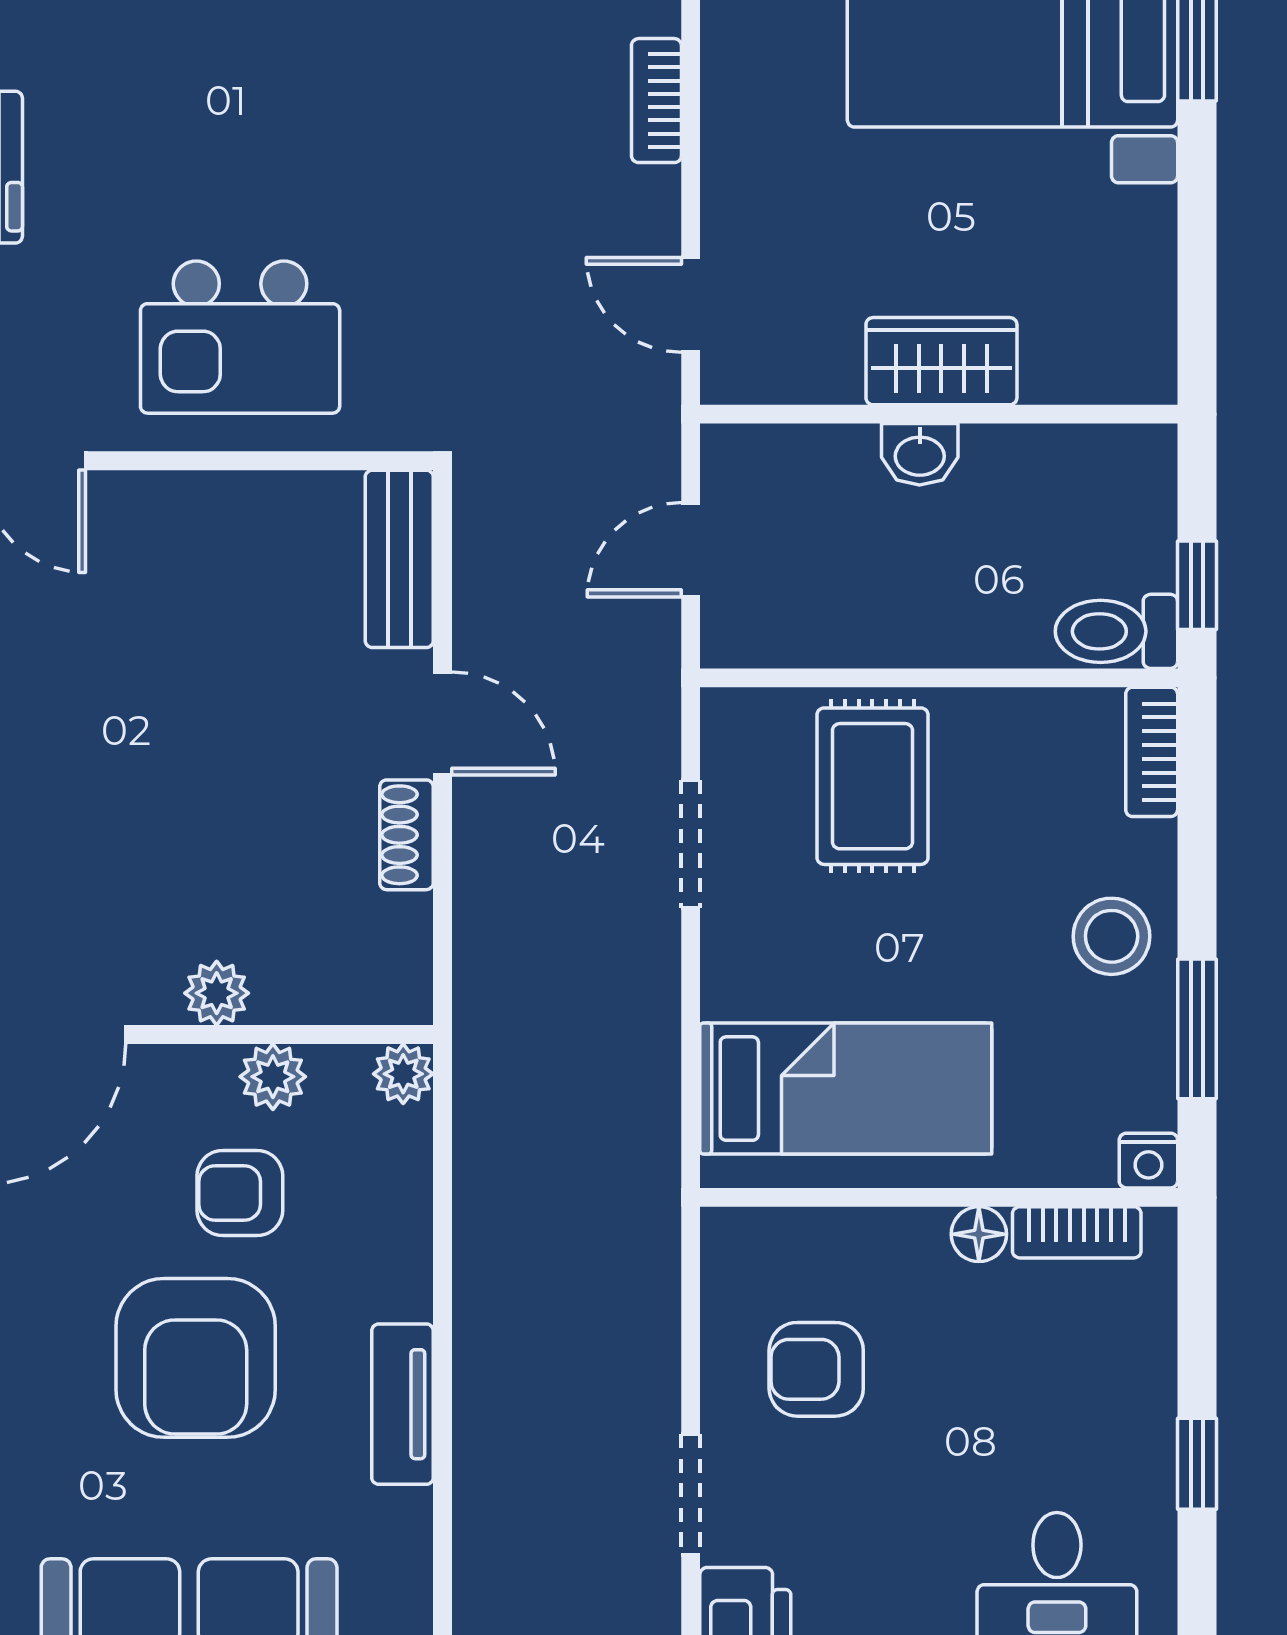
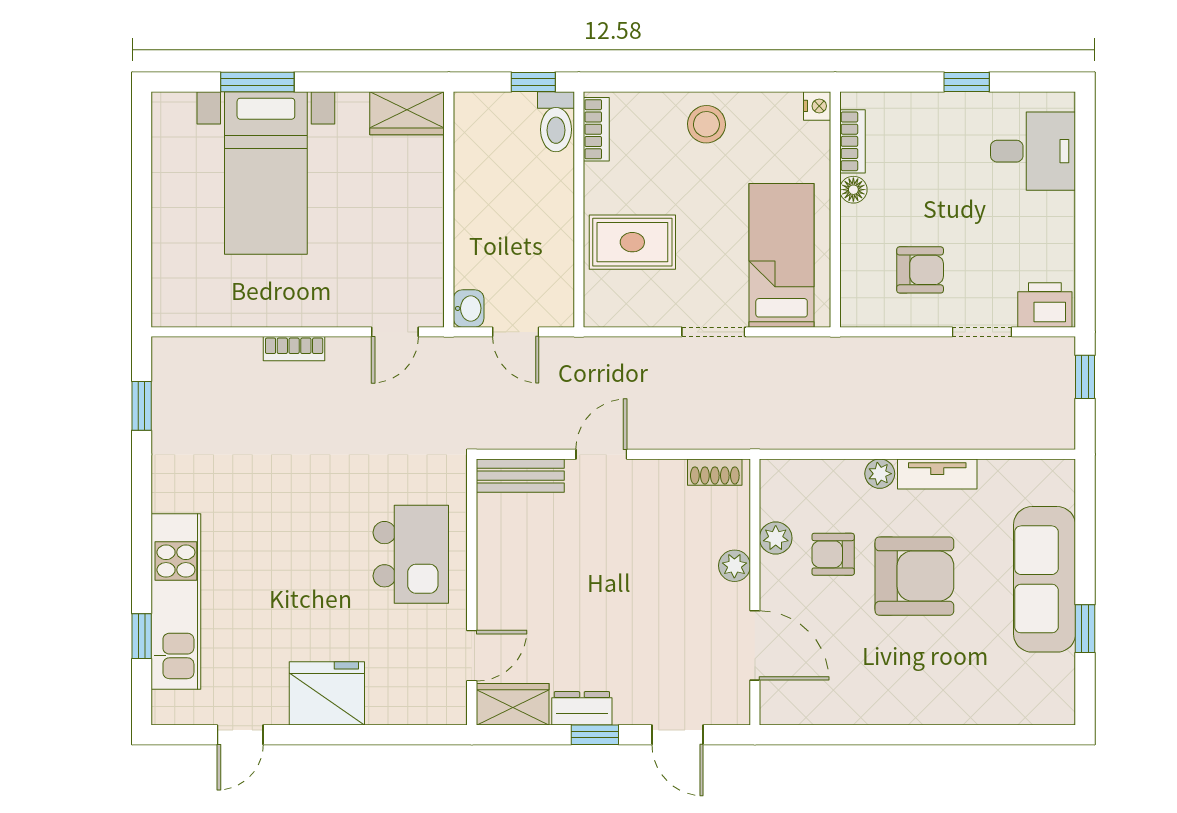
wardrobe: (941, 361) -> (407, 113), moved, turned -90
washbasin: (920, 454) -> (469, 308), moved
bookcase: (1152, 752) -> (596, 129), moved, turned -90
shoe rack: (406, 835) -> (715, 472), moved
doorway: (691, 844) -> (713, 332), moved
window: (1197, 1029) -> (752, 82), removed
plant: (403, 1074) -> (880, 474), moved
armchair: (240, 1193) -> (833, 554), turned 90
armchair: (816, 1369) -> (920, 270), turned -90

